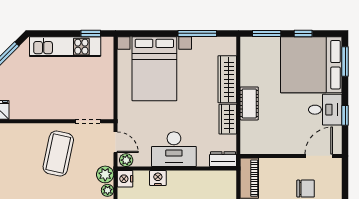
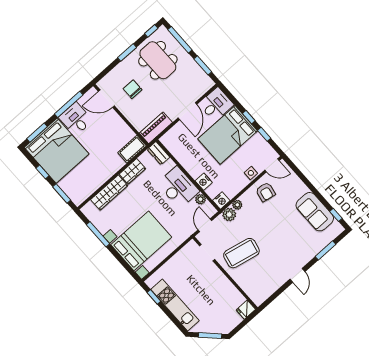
cot: (249, 103) -> (132, 149), moved
window: (345, 115) -> (69, 104), width x2.17
plant: (126, 160) -> (200, 199), moved

